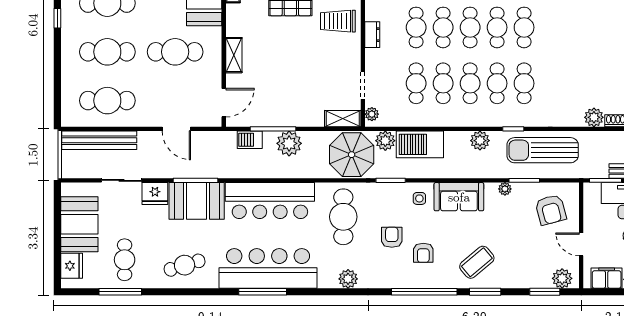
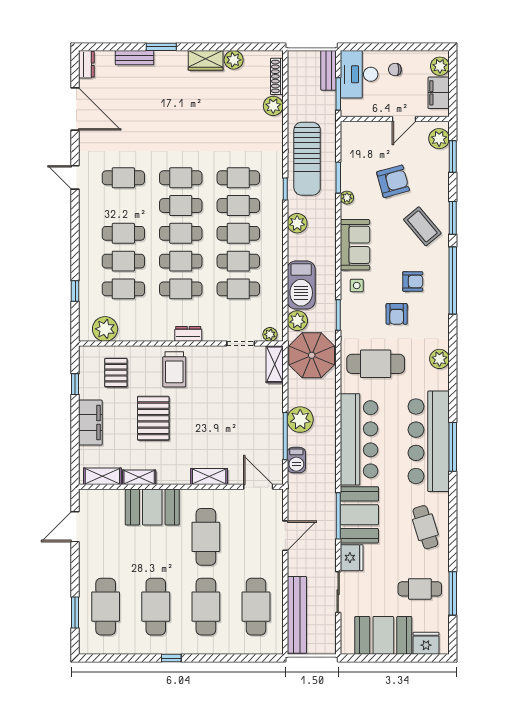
armchair: (551, 210) -> (393, 181), moved
armchair: (392, 237) -> (397, 314), turned -90

